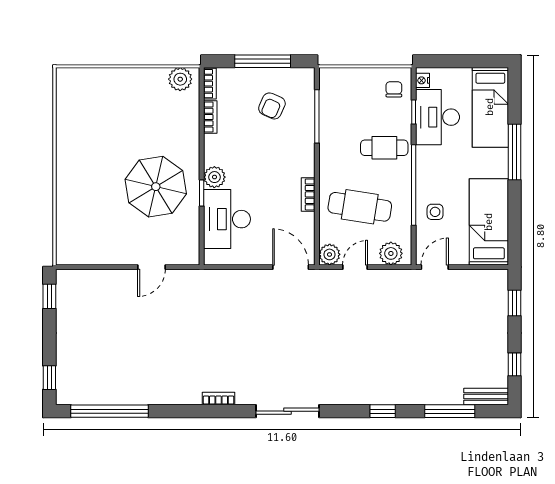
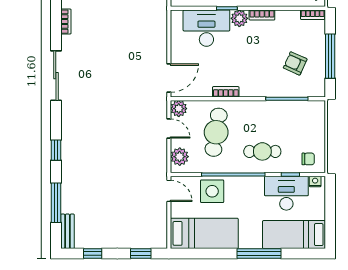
bookcase: (210, 117) -> (262, 15), moved
cafe table: (384, 148) -> (262, 151), turned 90
side table: (435, 212) -> (212, 191), width x1.87, depth x1.87

